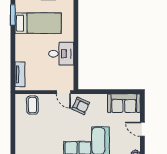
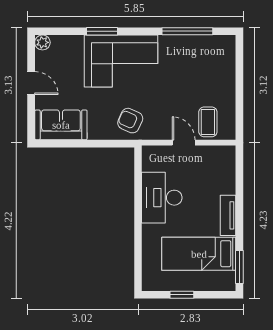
desk: (61, 54) -> (162, 198), width x1.37
tv unit: (20, 74) -> (228, 215), moved
door: (63, 92) -> (184, 143), moved

